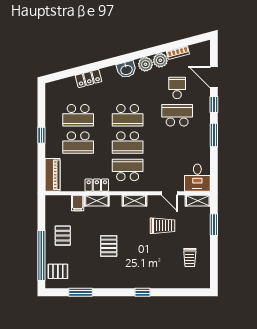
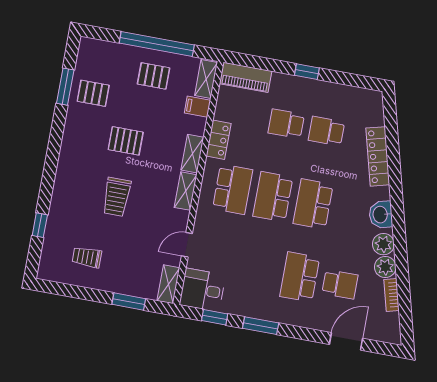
locker: (89, 78) -> (378, 156), width x1.53
window: (214, 104) -> (215, 317), moved
school desk: (78, 115) -> (326, 131), width x0.54
school desk: (177, 115) -> (300, 277), turned 180
school desk: (78, 143) -> (286, 124), width x0.54
shelving: (58, 201) -> (206, 79), added
shelving: (97, 201) -> (192, 154), moved
trolley: (162, 226) -> (117, 197), moved
window: (41, 256) -> (157, 44), moved
pallet: (58, 271) -> (93, 93), moved, turned 90
window: (143, 292) -> (40, 225), moved

